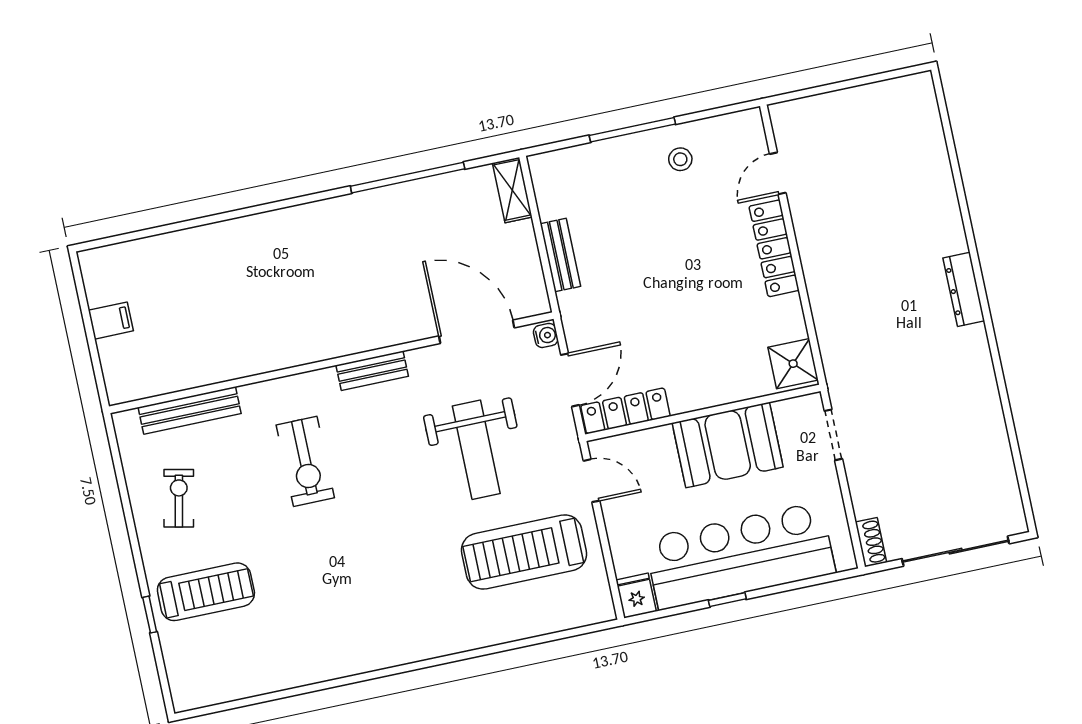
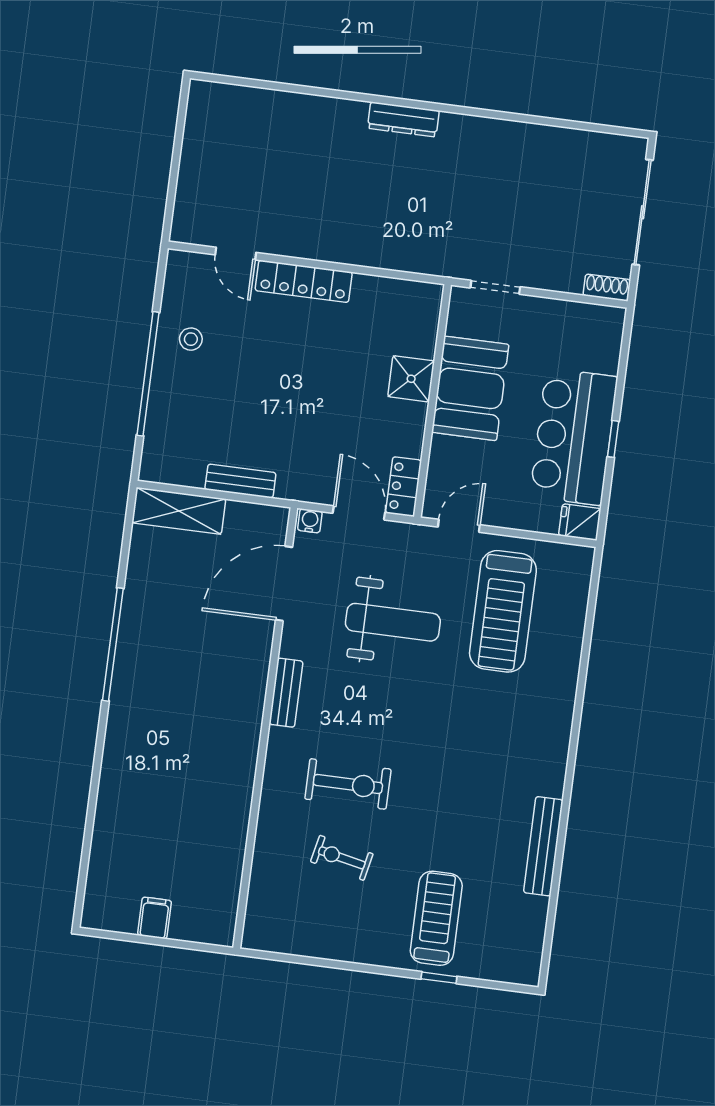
window: (632, 130) -> (148, 374), width x1.46
window: (408, 178) -> (113, 644), moved
shelving: (512, 190) -> (179, 511), width x1.50, depth x1.33
shower: (793, 364) -> (411, 379), moved
bench: (190, 410) -> (543, 846), moved
locker: (625, 411) -> (404, 487), width x0.66
exercise bike: (179, 498) -> (342, 858), moved
bar counter: (740, 556) -> (574, 437), width x0.73

